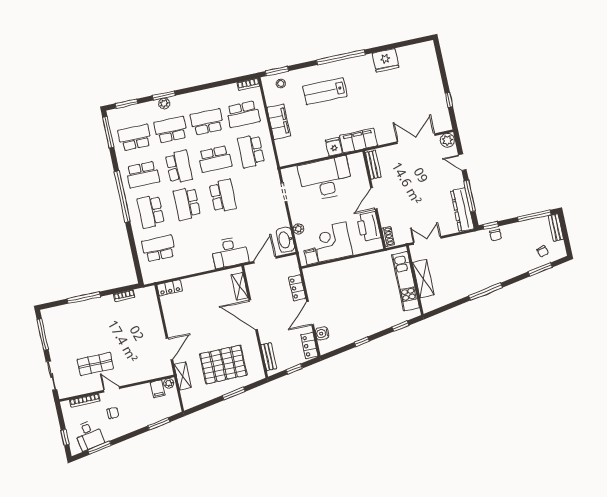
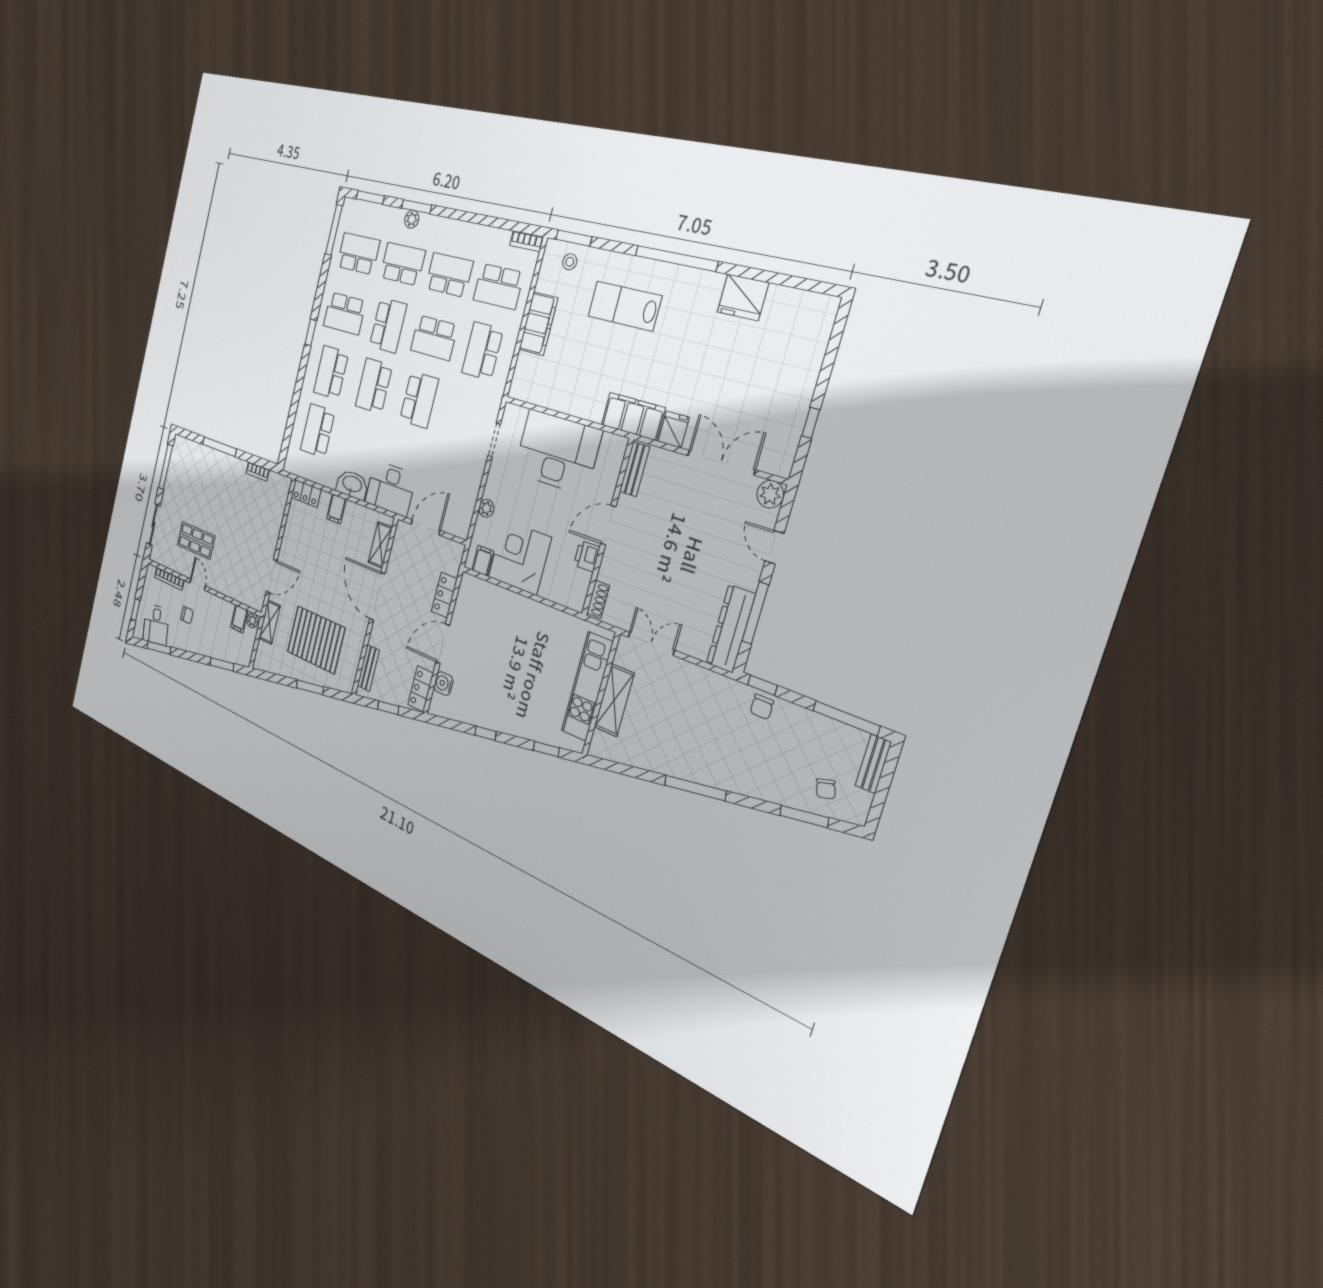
fridge: (334, 147) -> (674, 429), moved
window: (122, 197) -> (311, 332), width x0.32
printer: (369, 226) -> (587, 556), width x0.53, depth x0.68
washbasin: (285, 240) -> (352, 485), moved, turned 90
school desk: (159, 248) -> (318, 431), turned -90
filing cabinet: (197, 284) -> (336, 509), added

